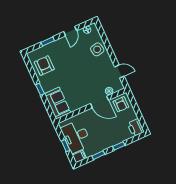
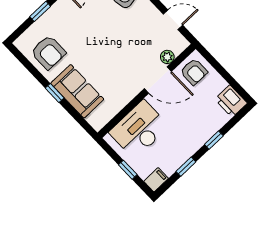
armchair: (44, 66) -> (48, 52), turned 180
sofa: (58, 103) -> (77, 91), moved
desk: (76, 137) -> (139, 129), moved, turned 90

